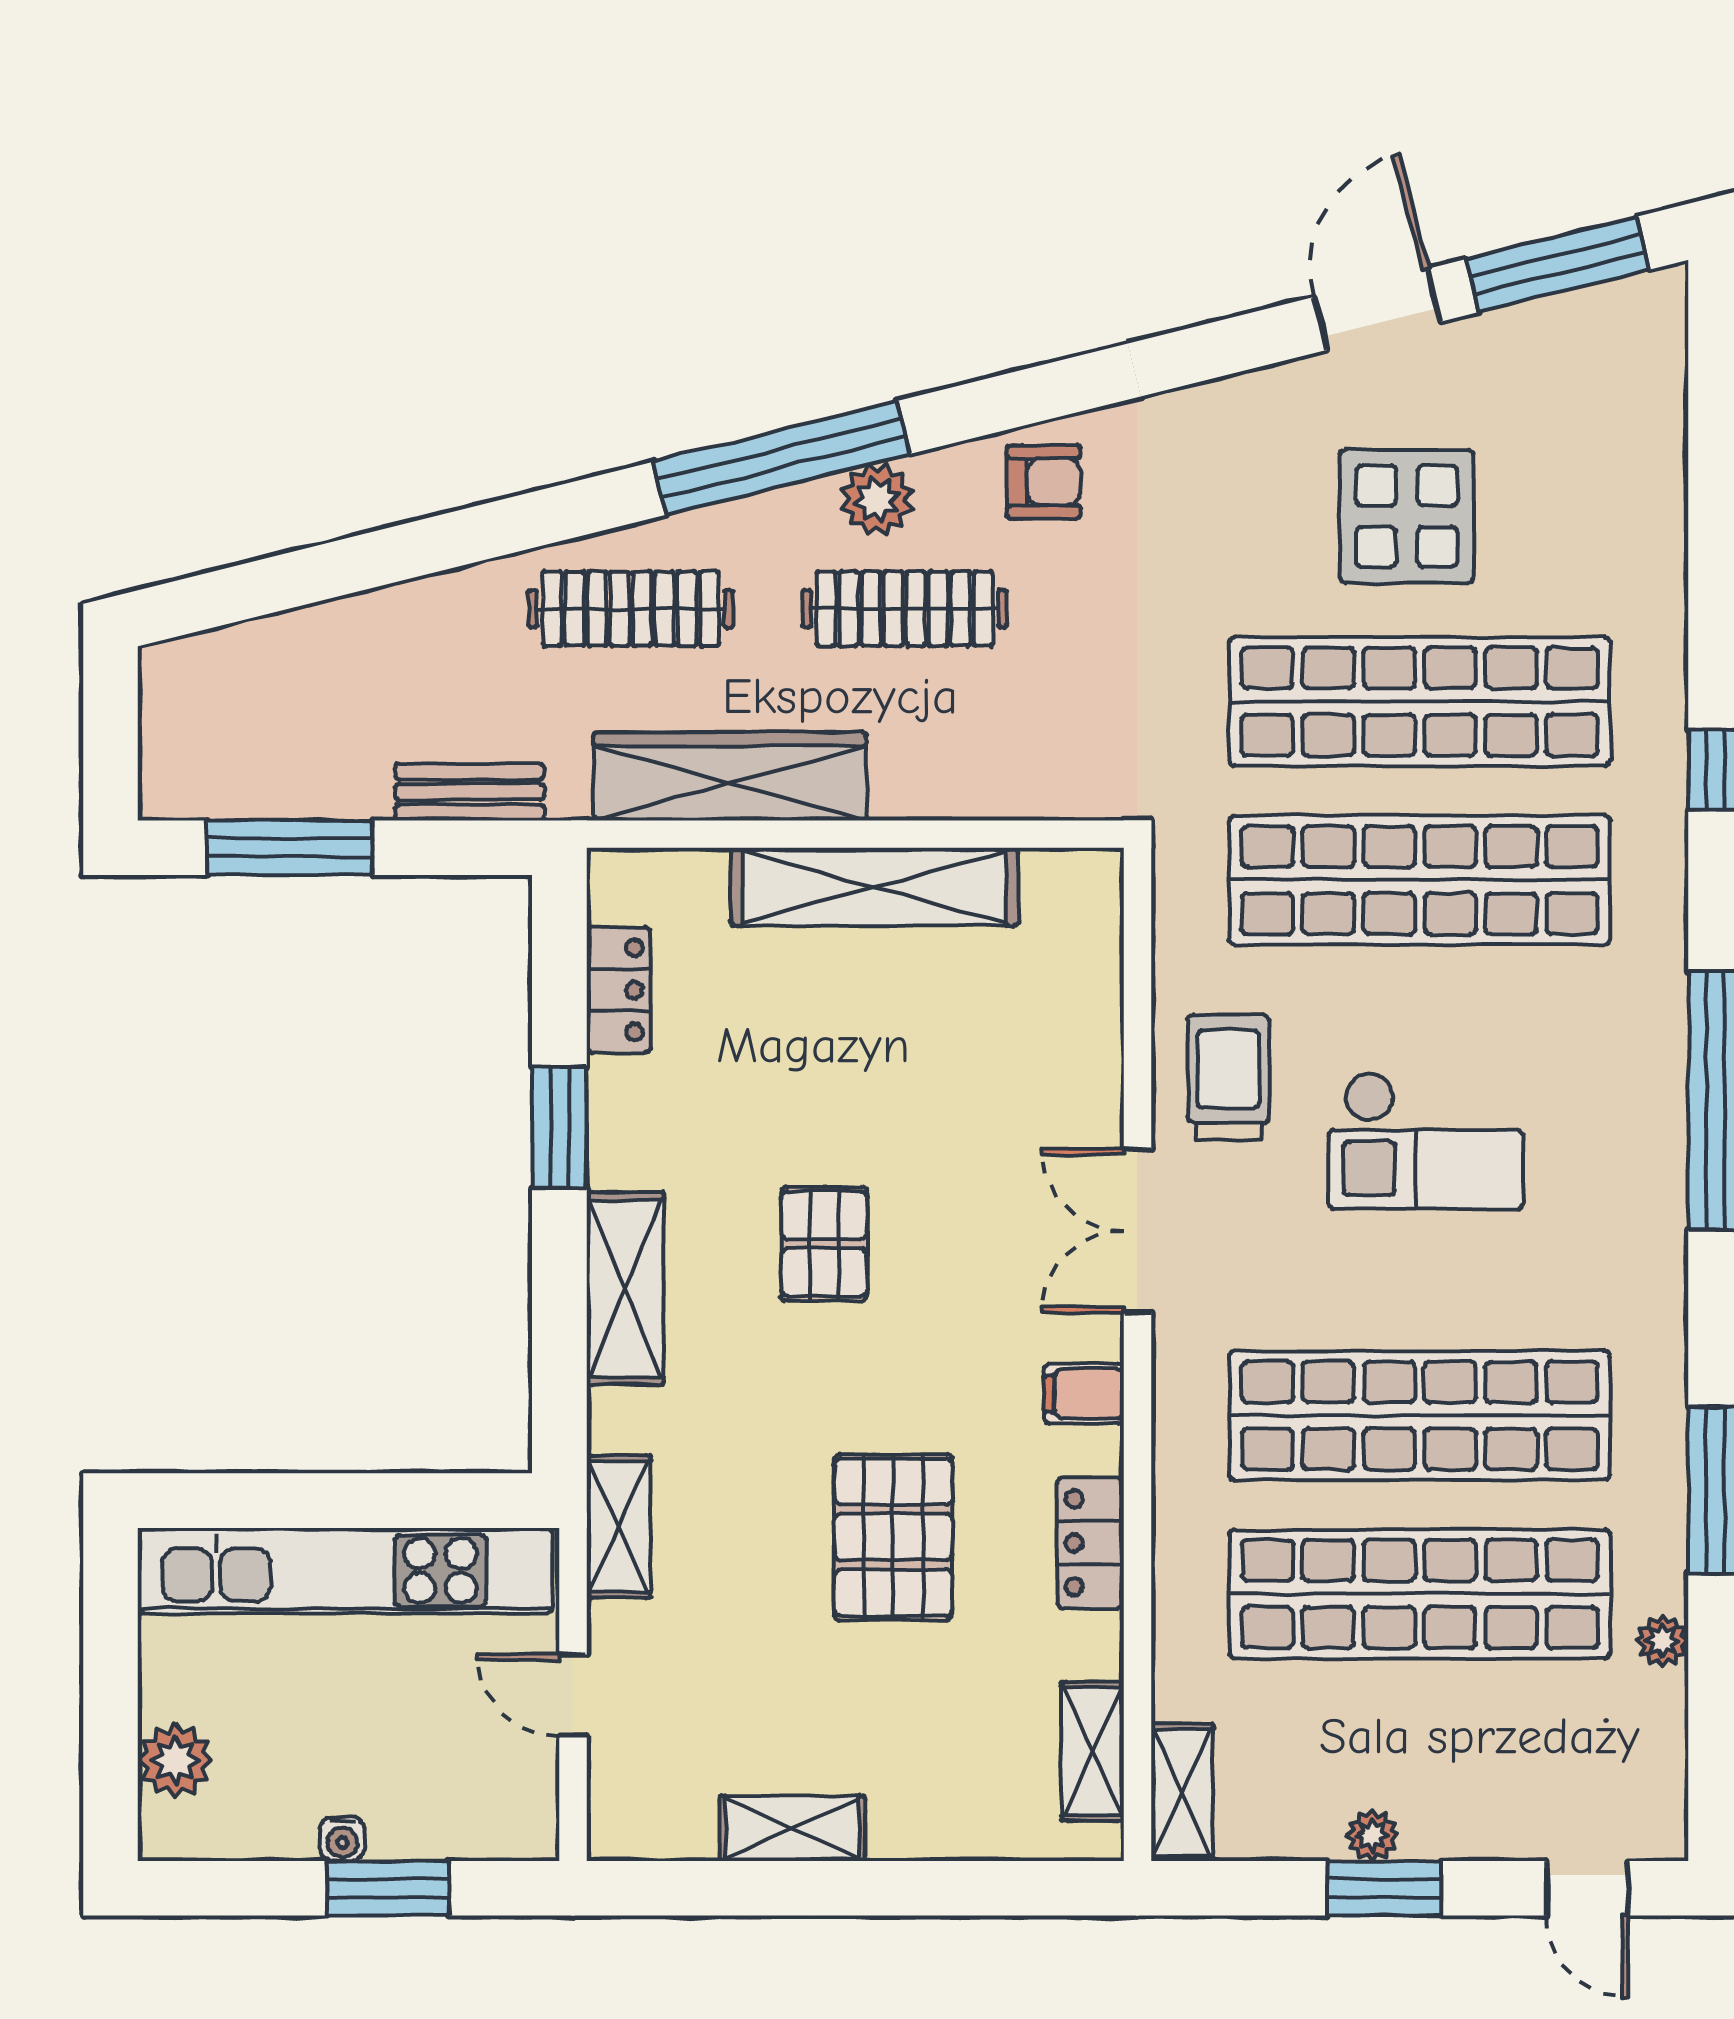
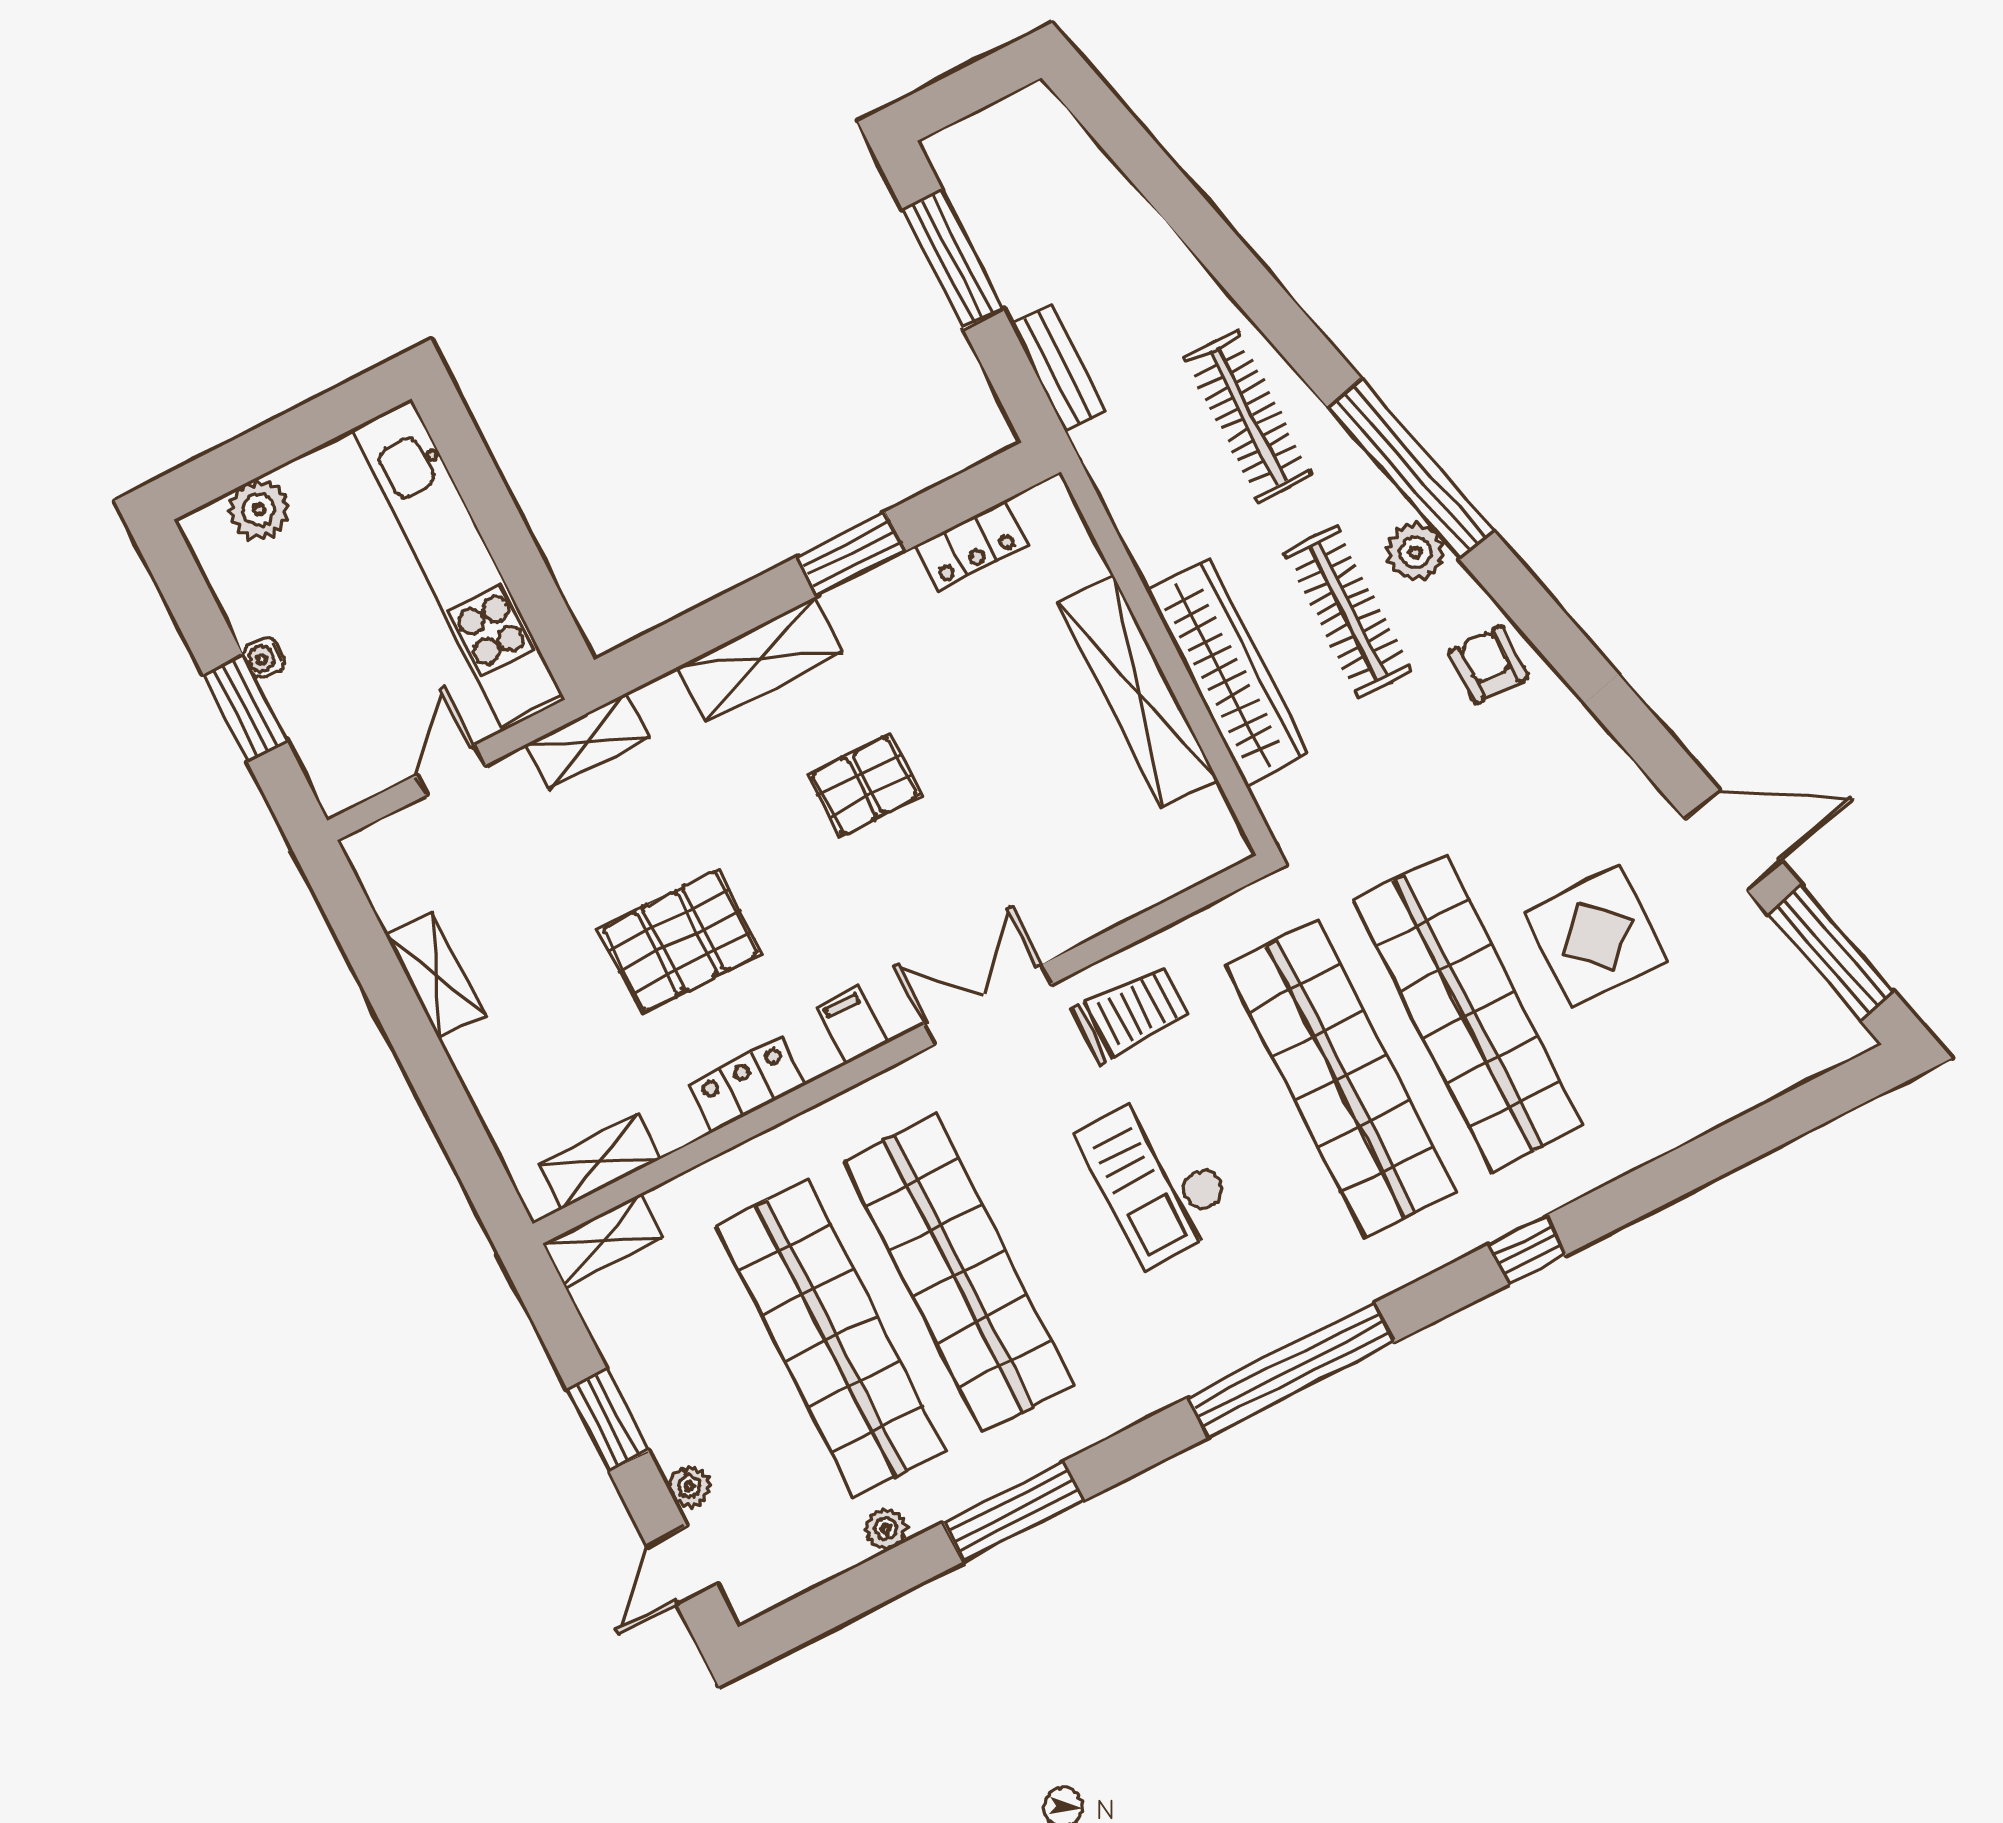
armchair: (1043, 482) -> (1489, 665), turned 180
wardrobe: (730, 776) -> (1227, 672), moved
plant: (1372, 1835) -> (689, 1486), moved

